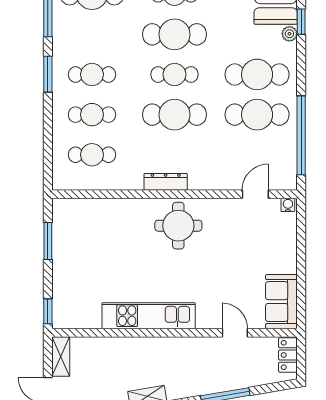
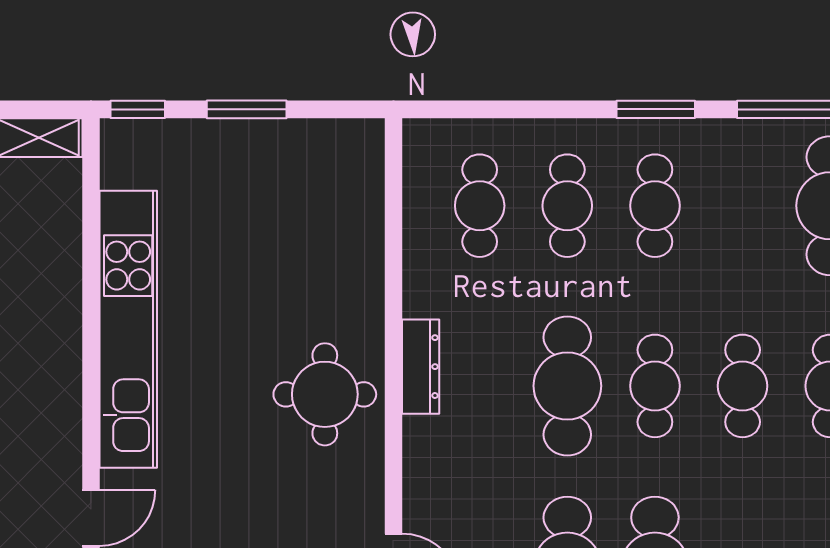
cafe table: (174, 34) -> (743, 386), width x0.73, depth x0.74
window: (48, 241) -> (247, 109), moved
kitchen unit: (149, 316) -> (128, 329), width x1.36

